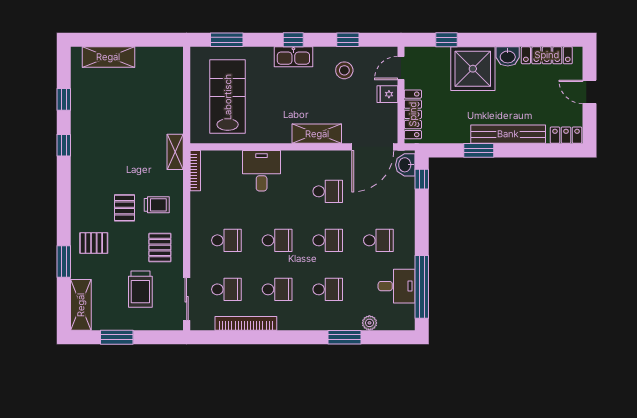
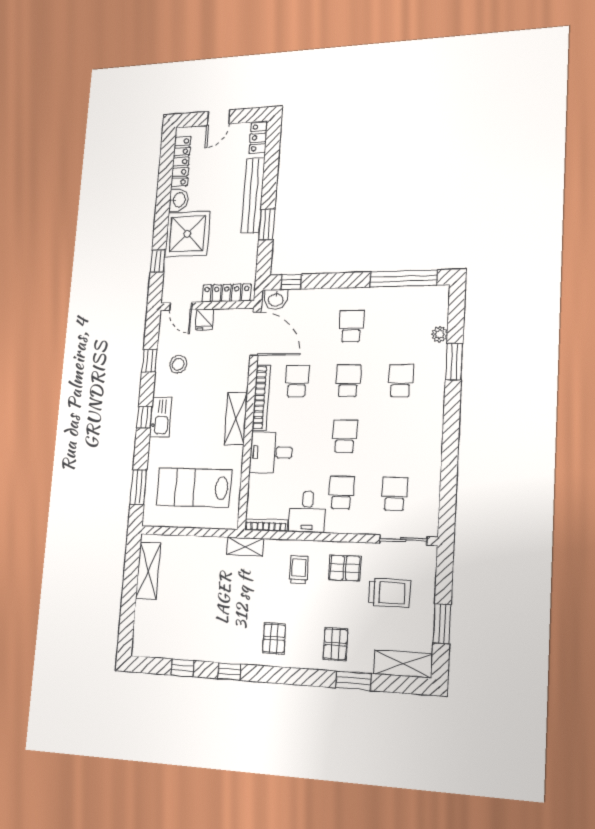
shelving: (108, 57) -> (148, 571), moved
shelving: (317, 134) -> (236, 419), moved
pallet: (125, 208) -> (274, 638), moved, turned 90
desk: (397, 286) -> (307, 512), moved, turned 180
school desk: (277, 289) -> (398, 437), removed
bookcase: (246, 323) -> (261, 397), moved, turned 180

